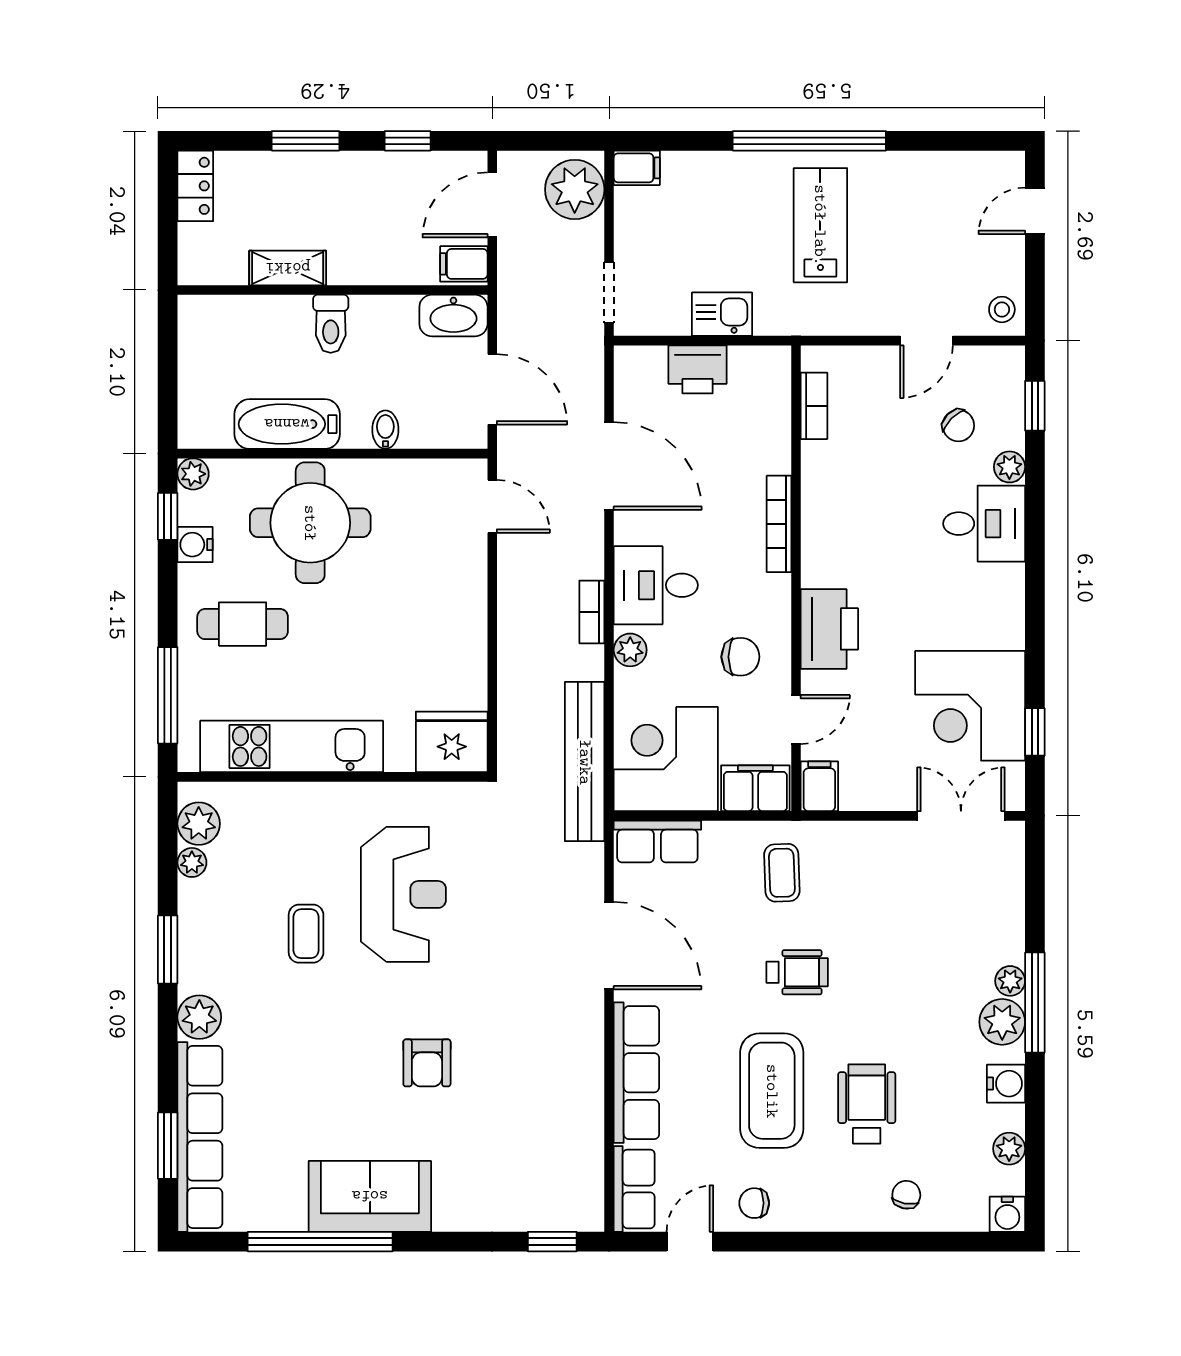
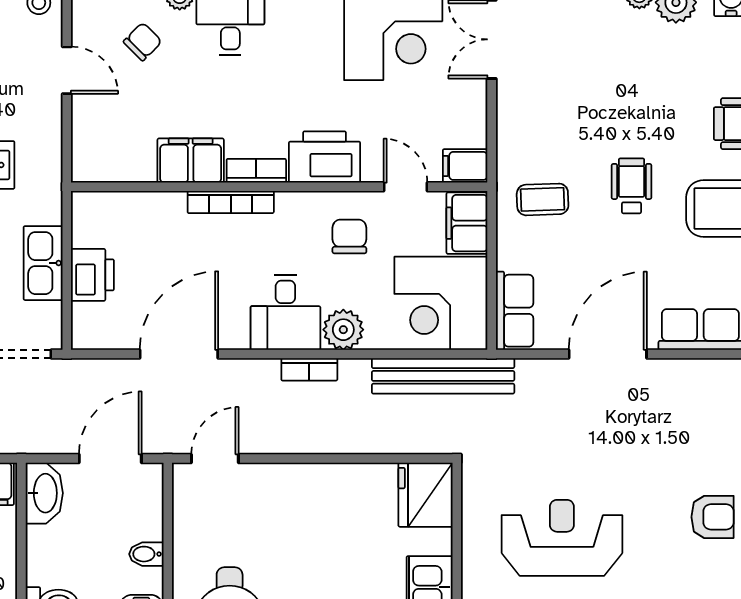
kitchen sink: (722, 314) -> (43, 263), width x1.38
bookcase: (814, 406) -> (256, 171), moved
filing cabinet: (825, 479) -> (191, 161), added
plant: (630, 650) -> (343, 330), width x1.38, depth x1.38

